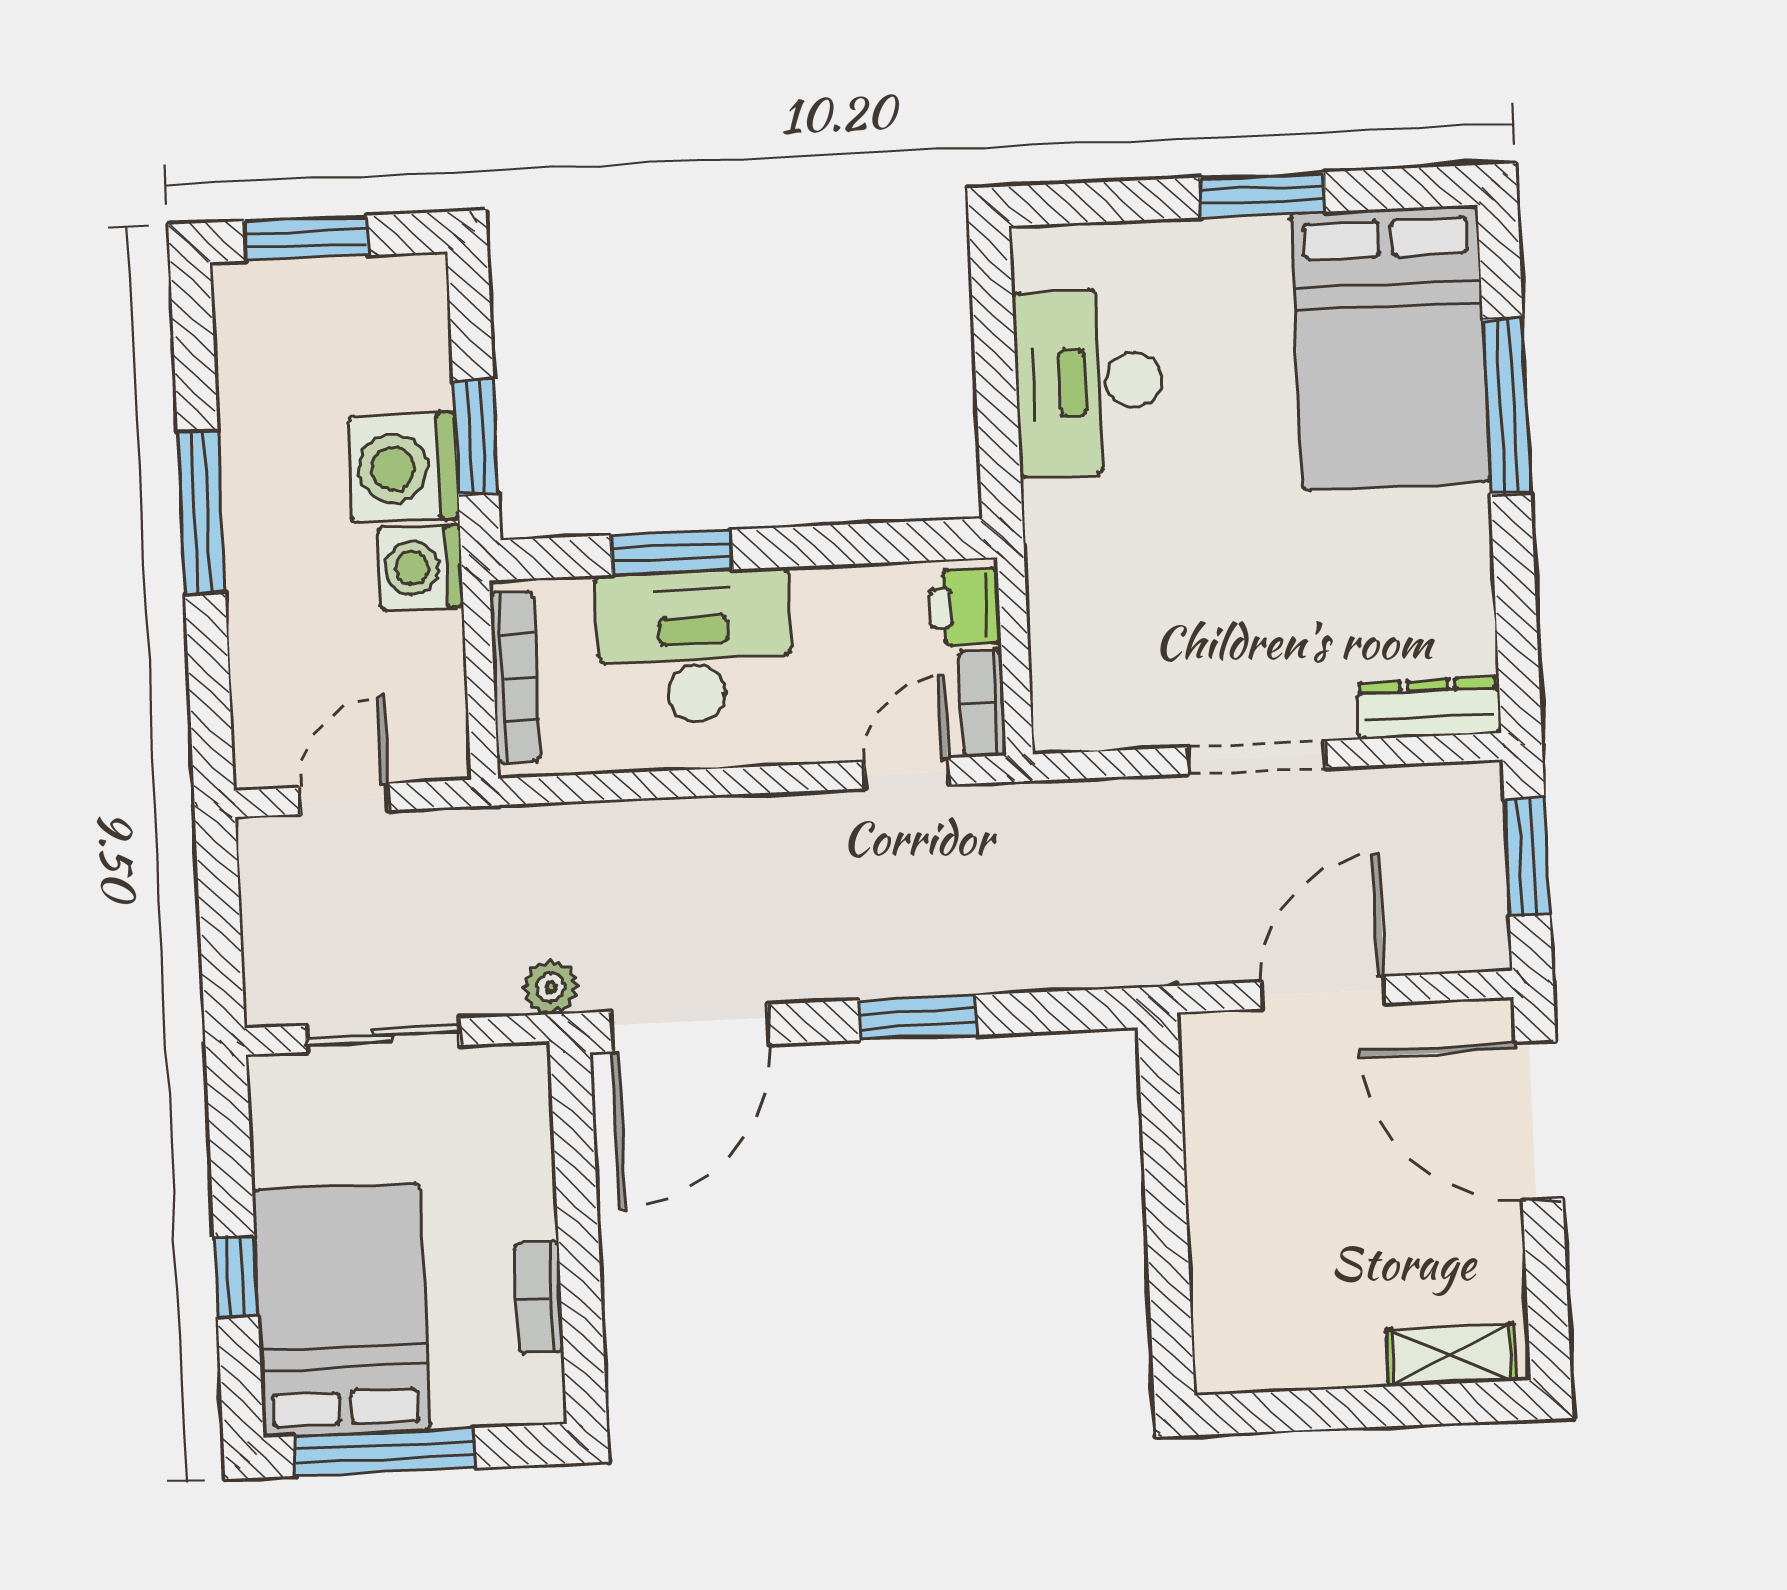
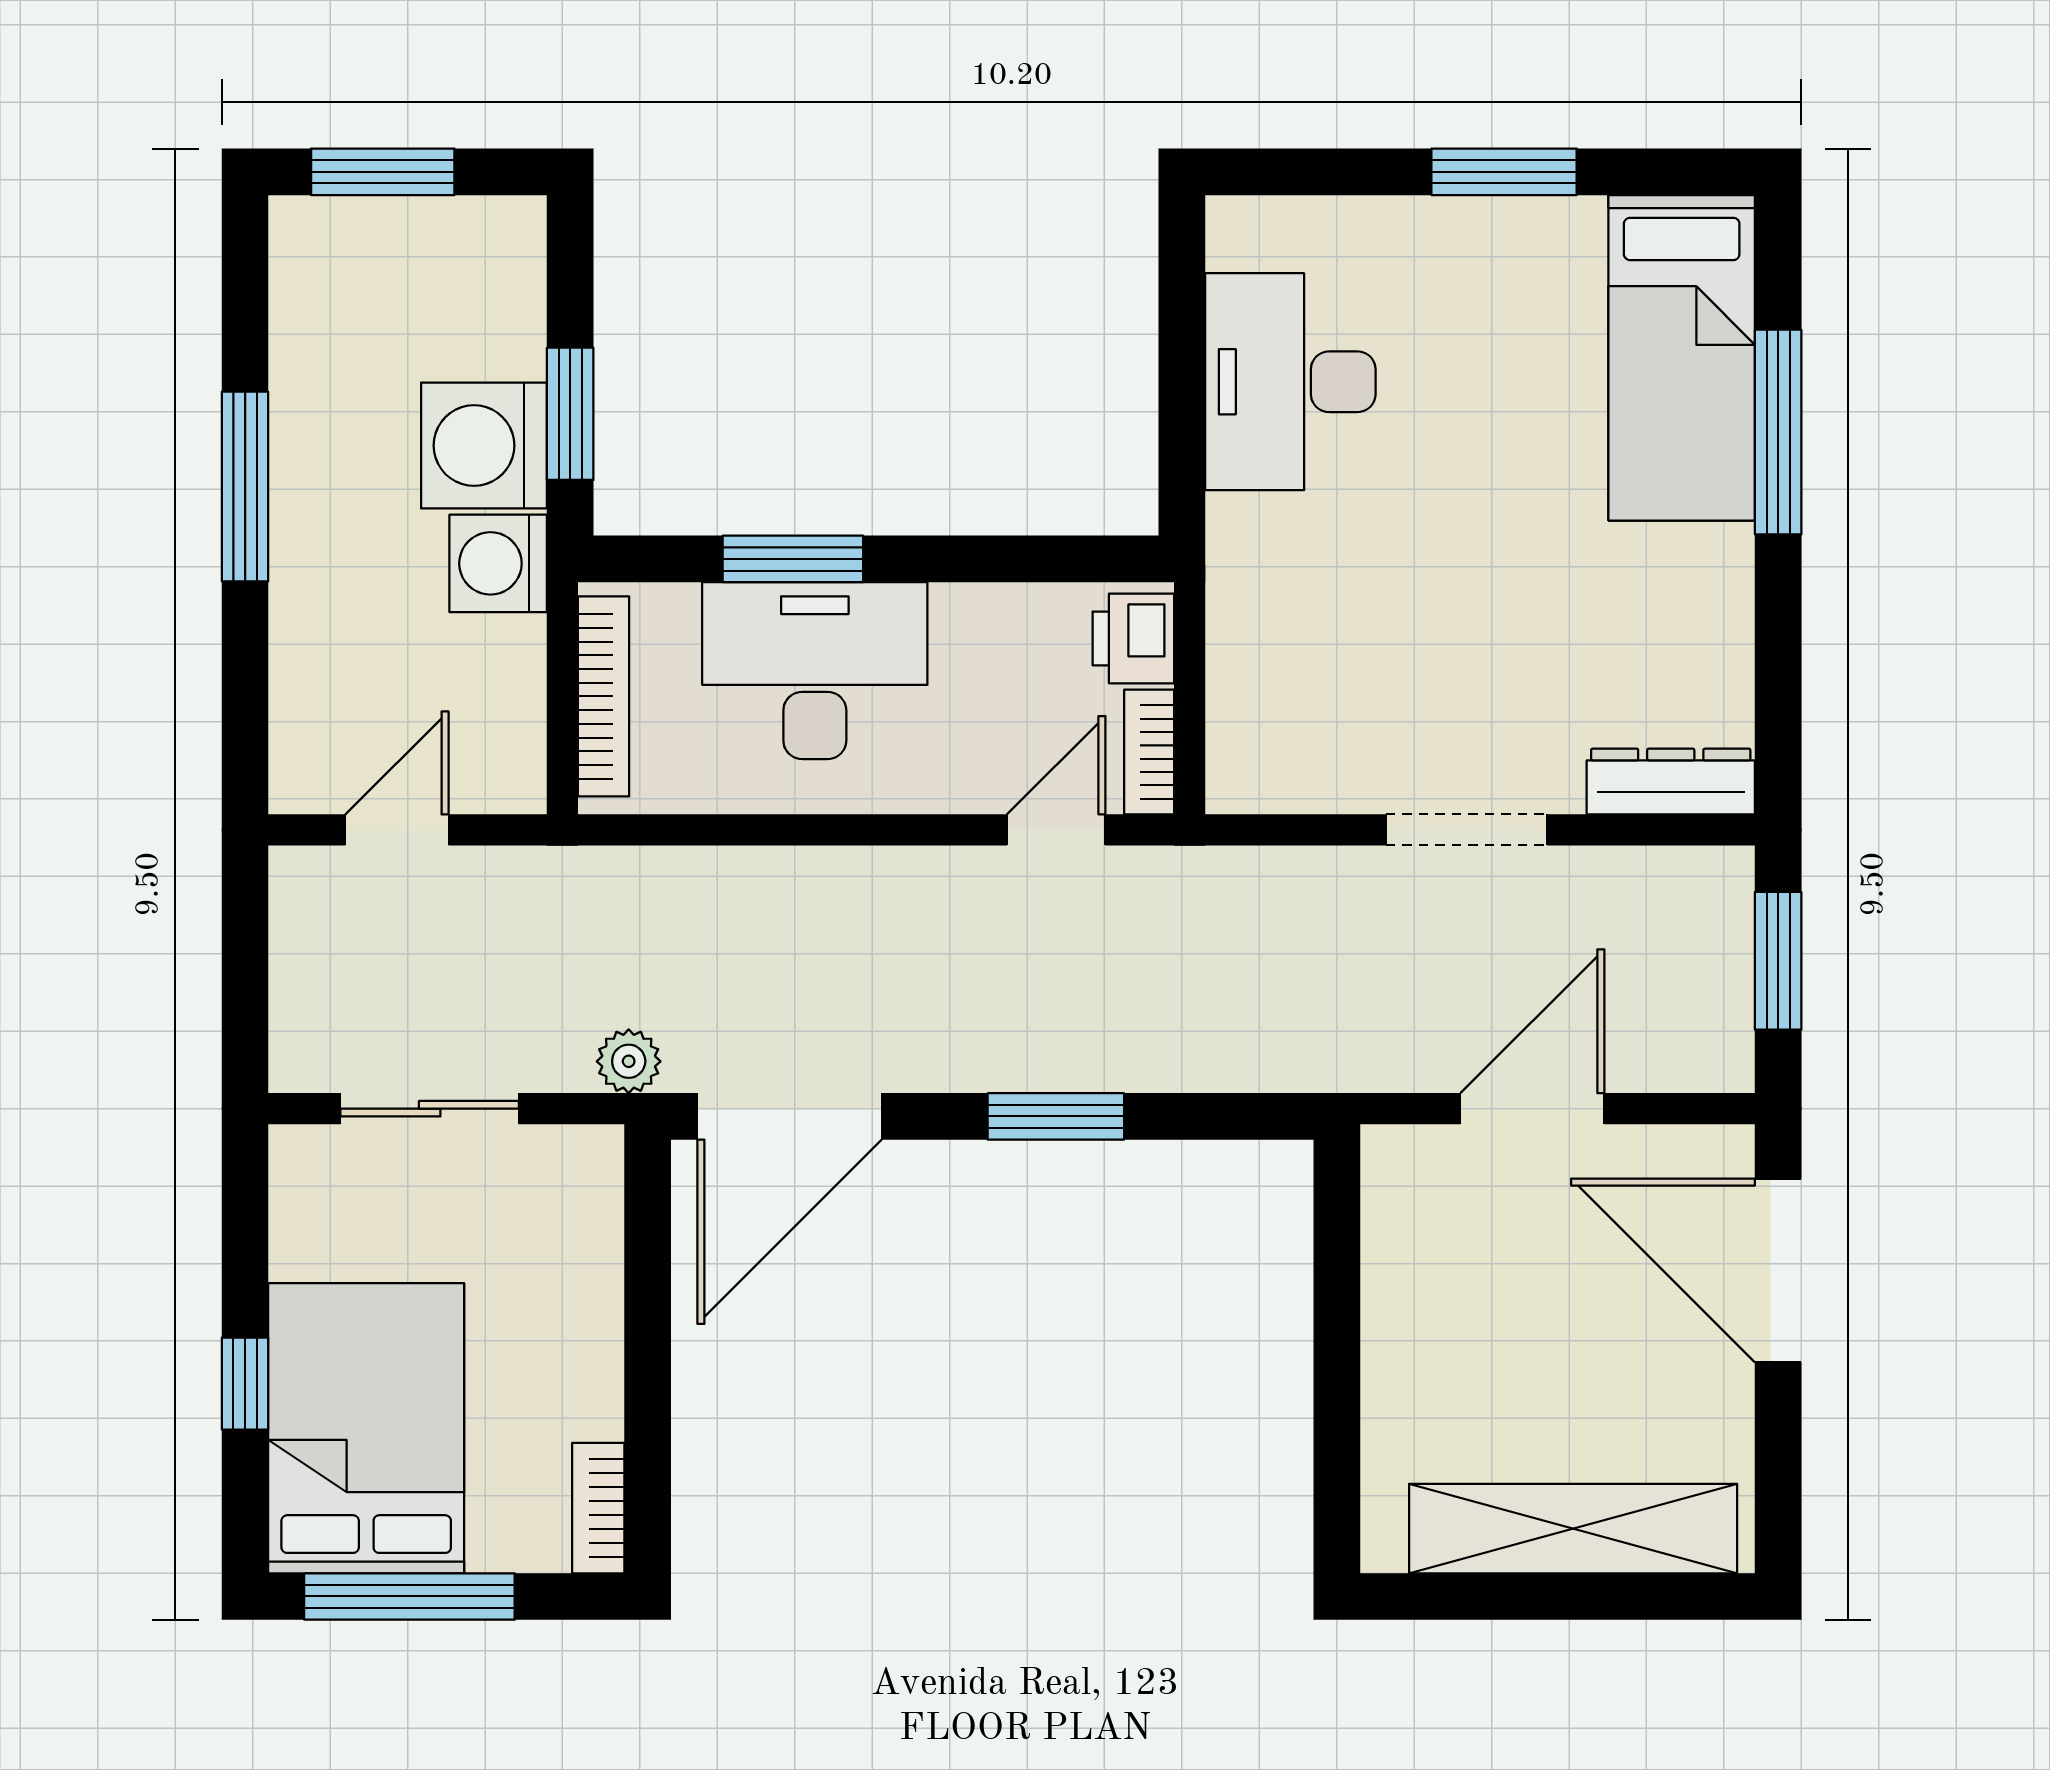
bed: (1390, 348) -> (1682, 358), width x0.67
bookcase: (539, 1297) -> (598, 1508), moved
shelving: (1451, 1355) -> (1573, 1529), width x2.20, depth x1.33

